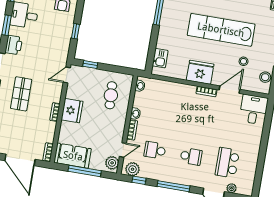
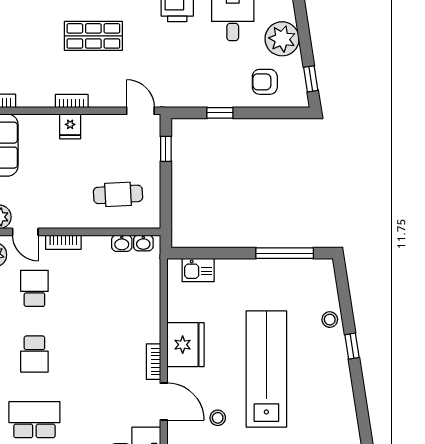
fridge: (72, 111) -> (70, 126), width x0.53, depth x0.75
washbasin: (135, 114) -> (122, 243), moved

